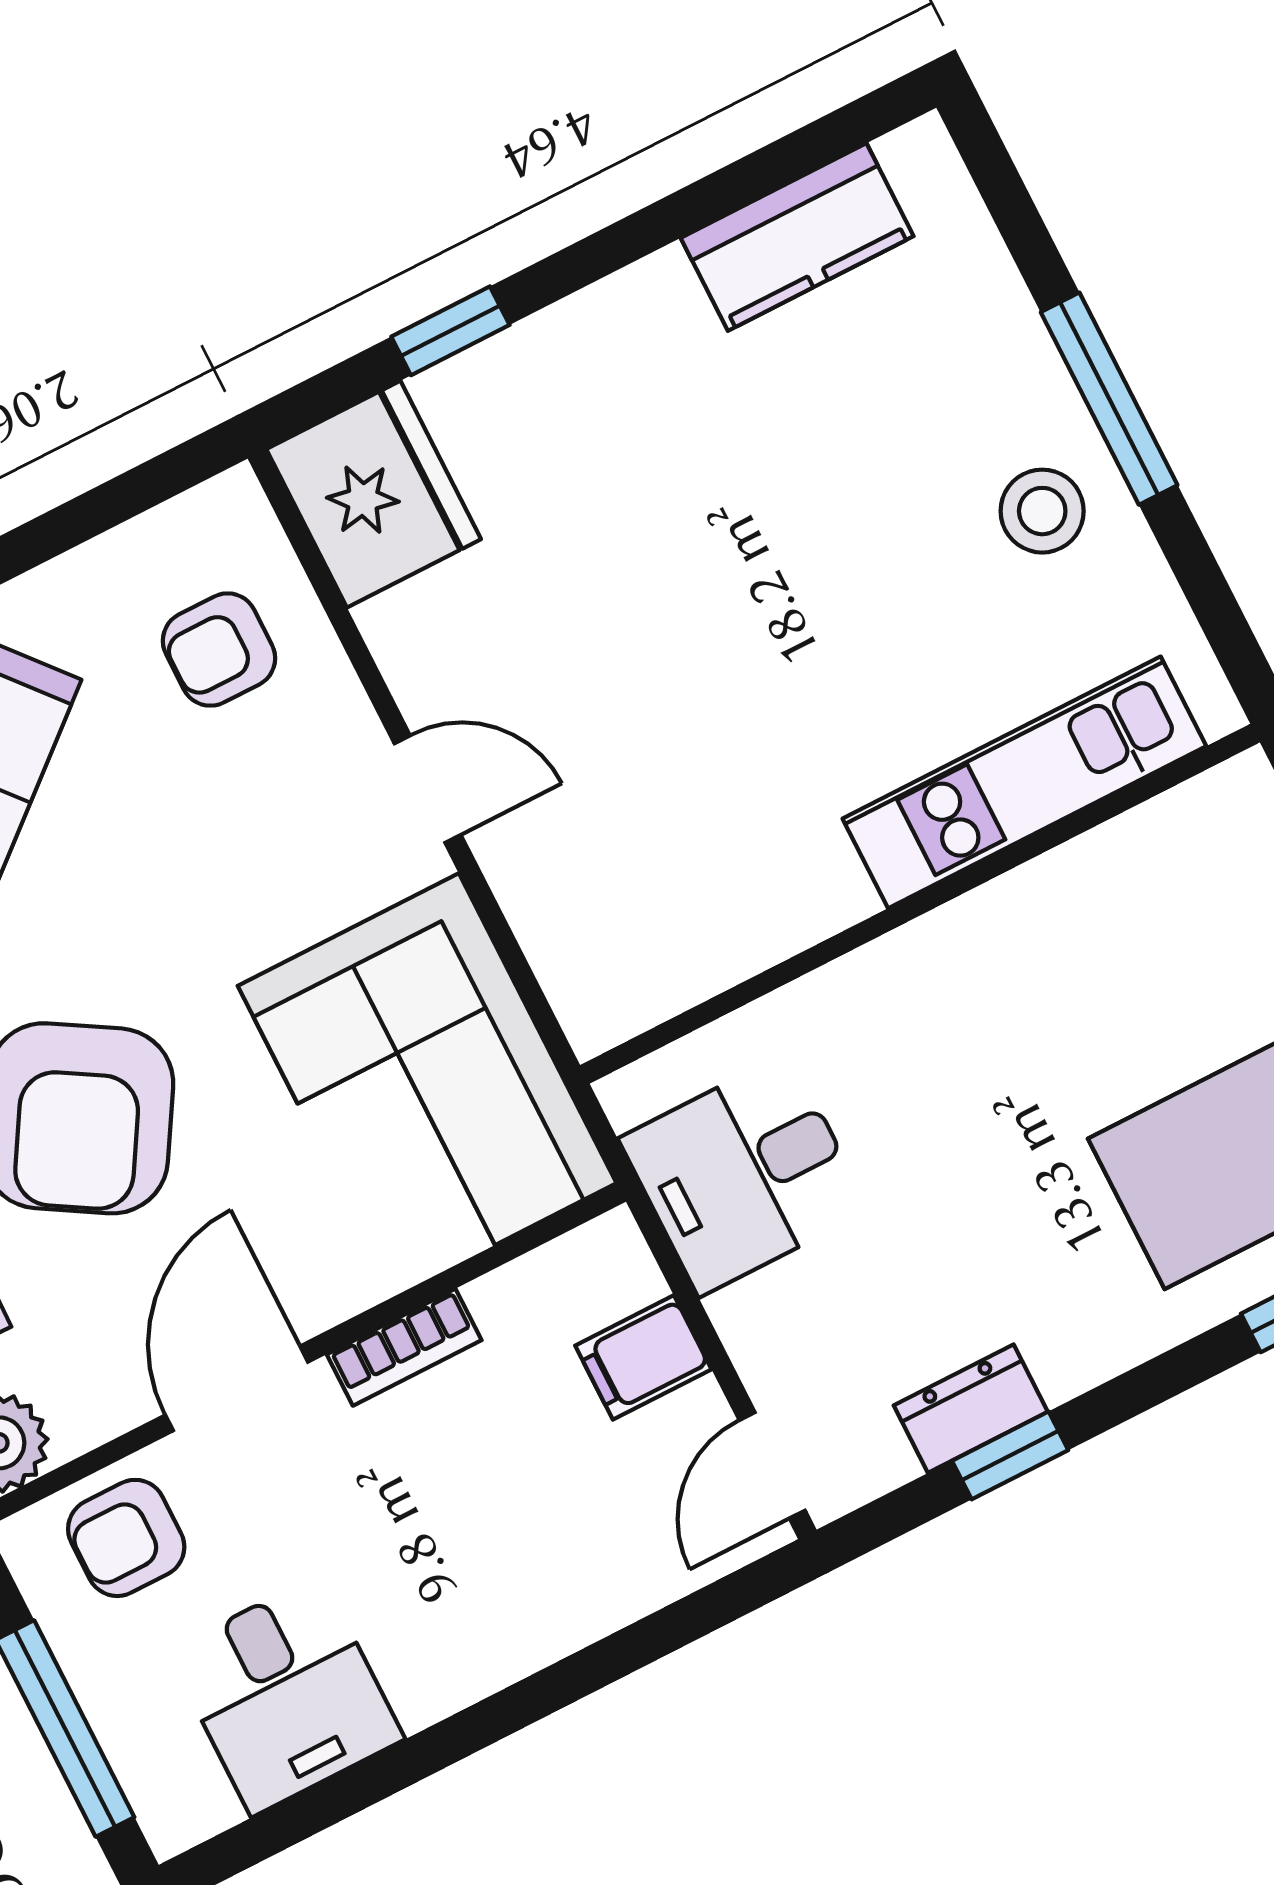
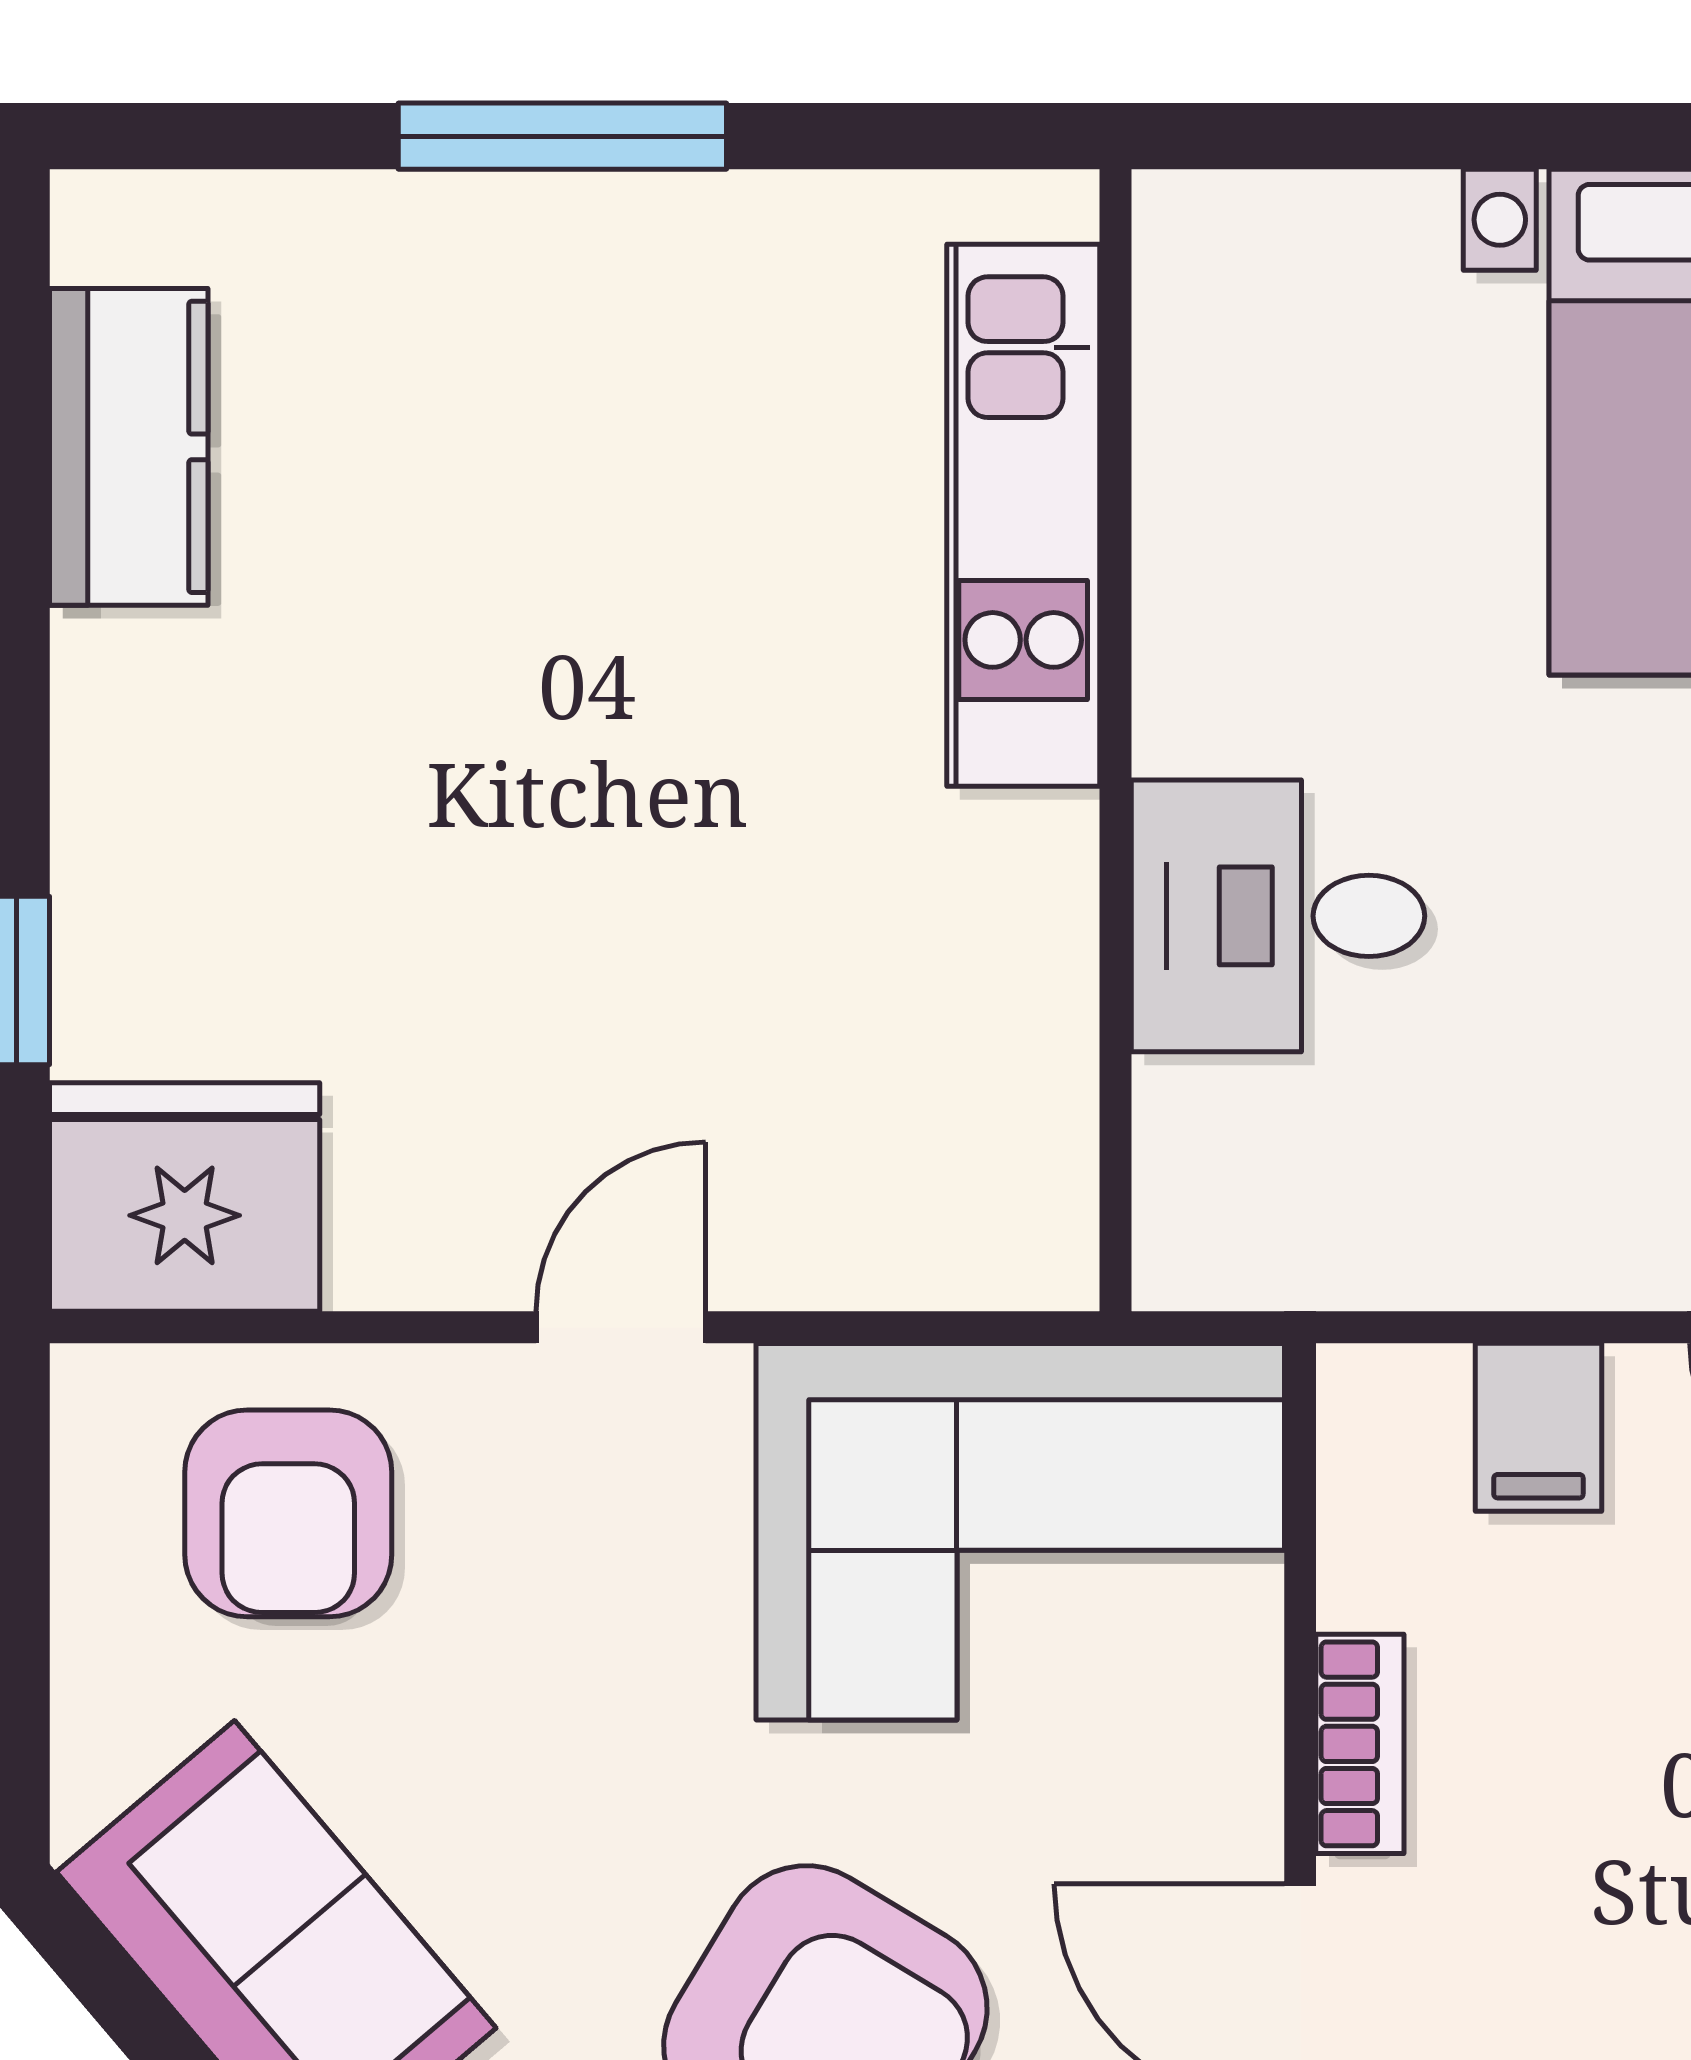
stool: (1042, 511) -> (668, 304), removed
armchair: (219, 650) -> (288, 1513), width x1.38, depth x1.38
desk: (744, 1174) -> (1278, 916), moved, turned 90

